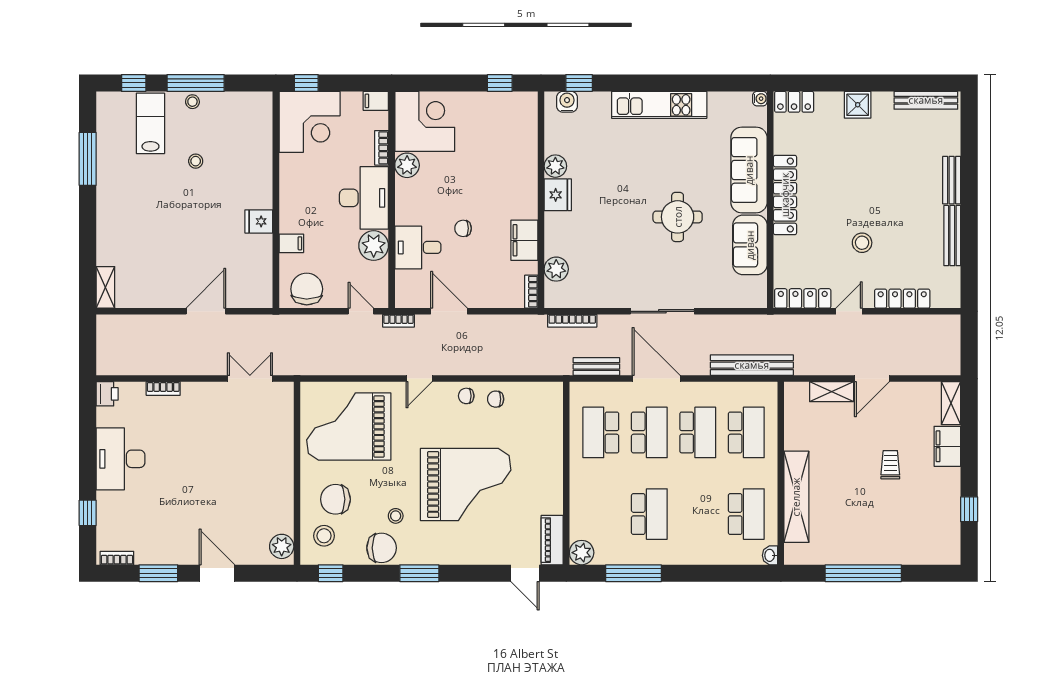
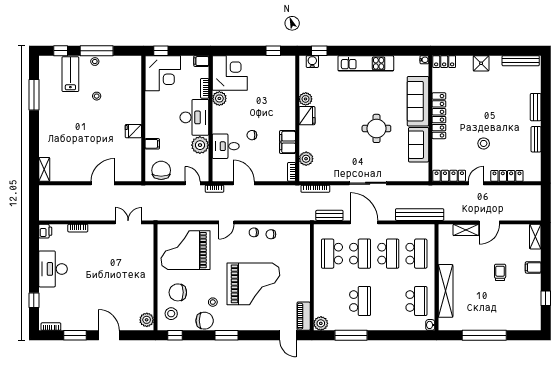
bench: (952, 236) -> (536, 139), width x0.73
filing cabinet: (947, 446) -> (533, 267), width x0.50

